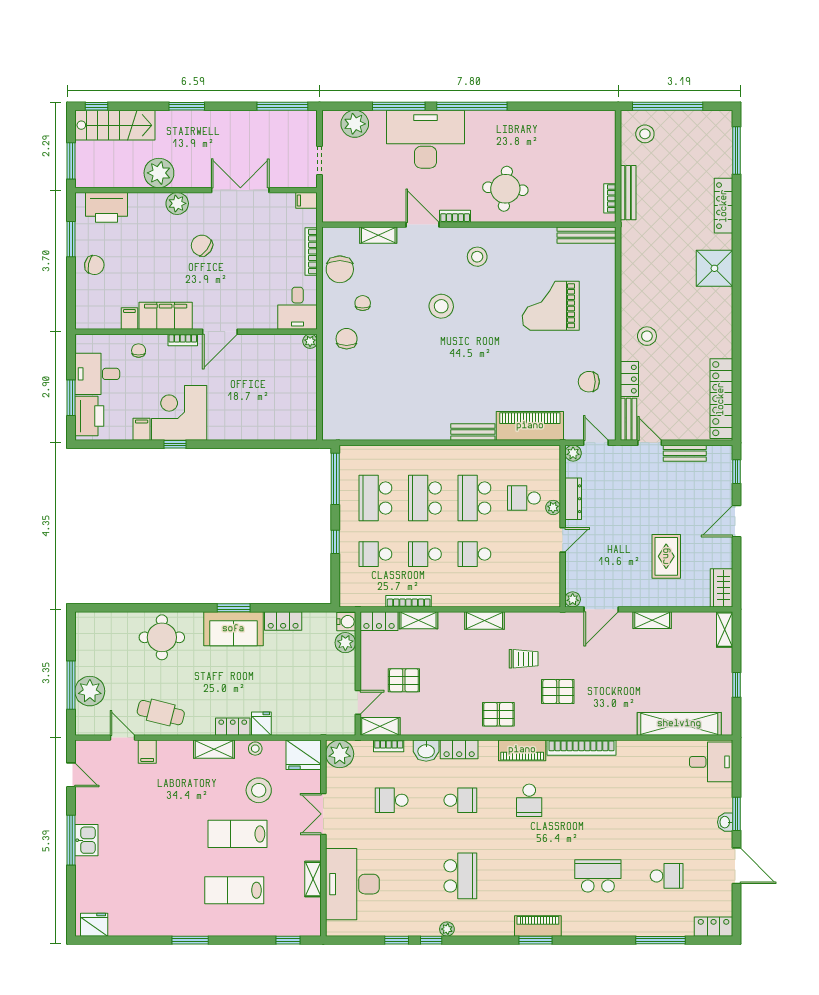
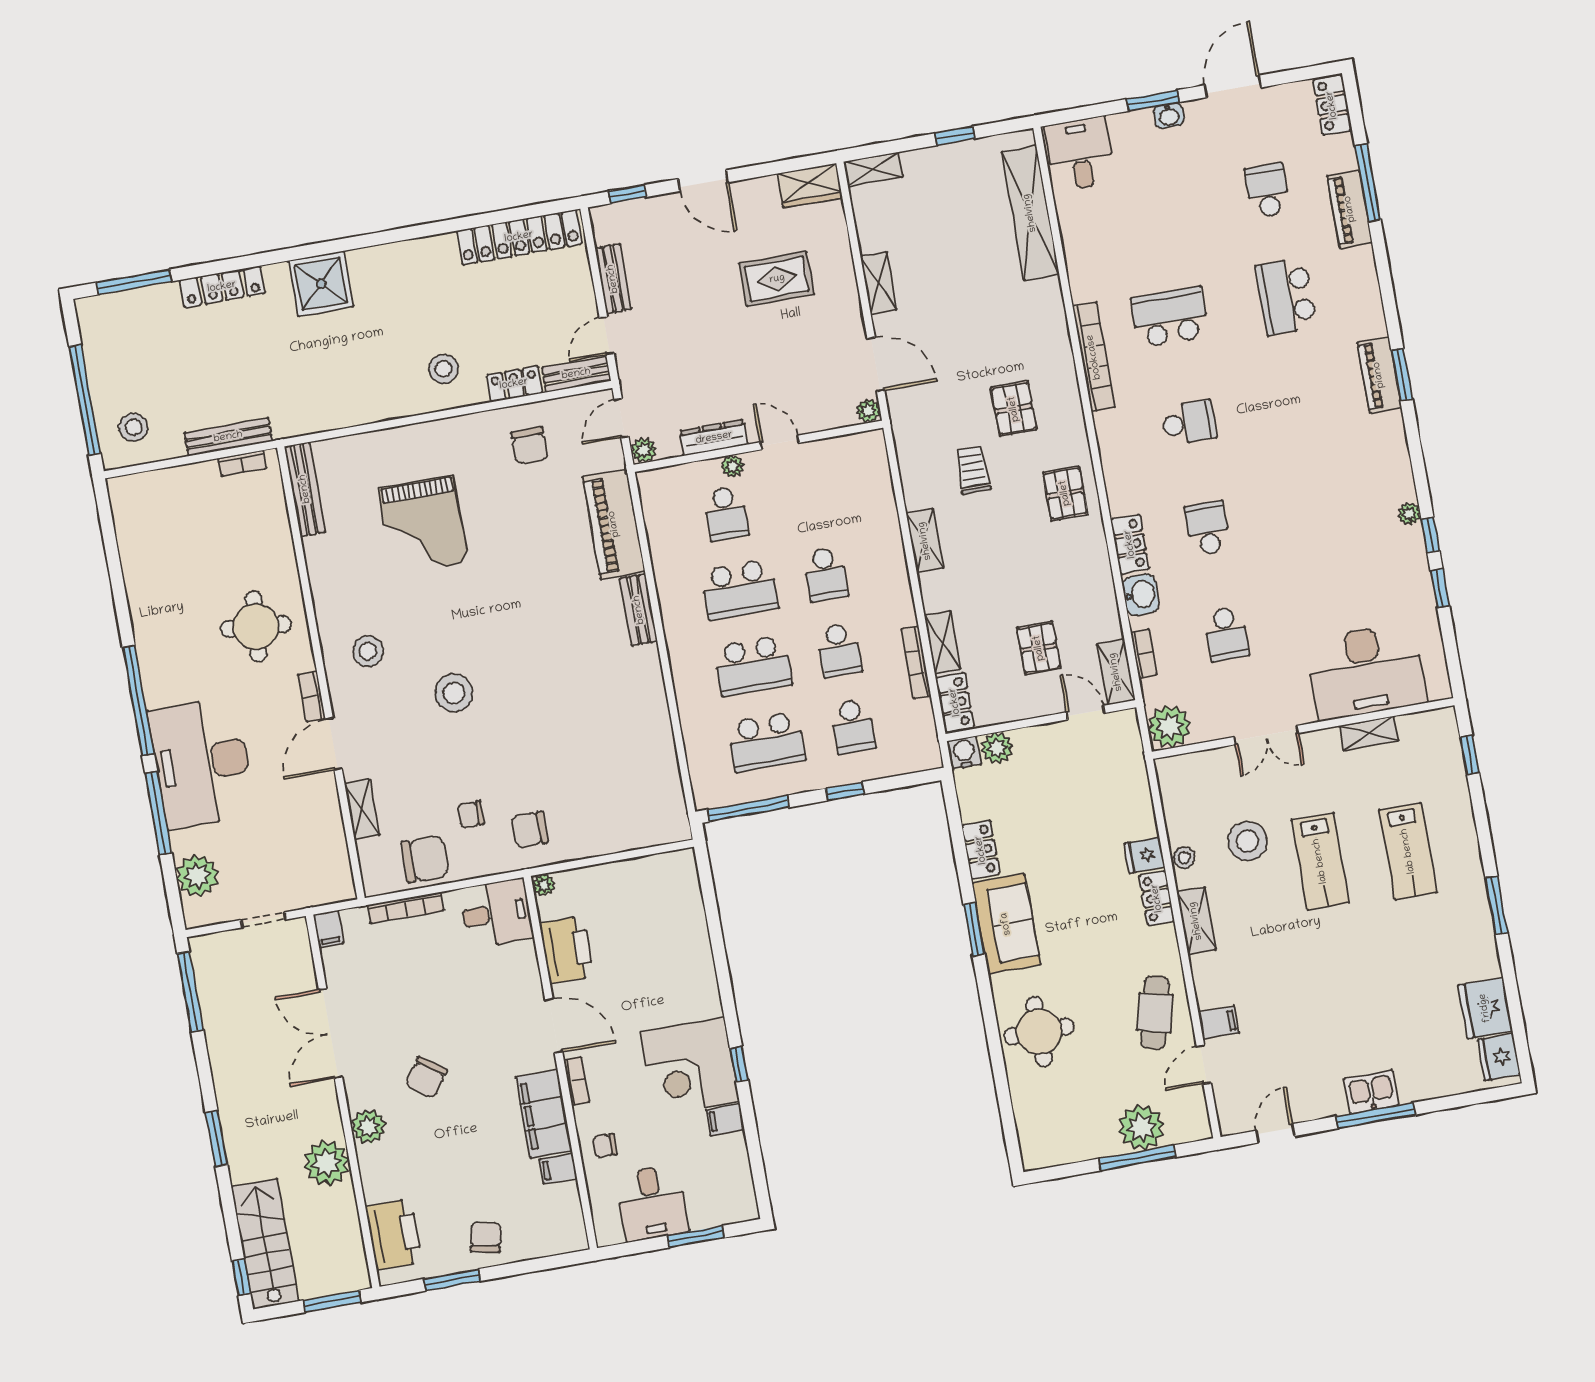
printer: (89, 416) -> (567, 950), moved, turned 90
piano: (522, 750) -> (1350, 209), moved, turned 180
fridge: (304, 755) -> (1485, 1008), moved, turned 180
school desk: (460, 876) -> (1170, 317), moved

